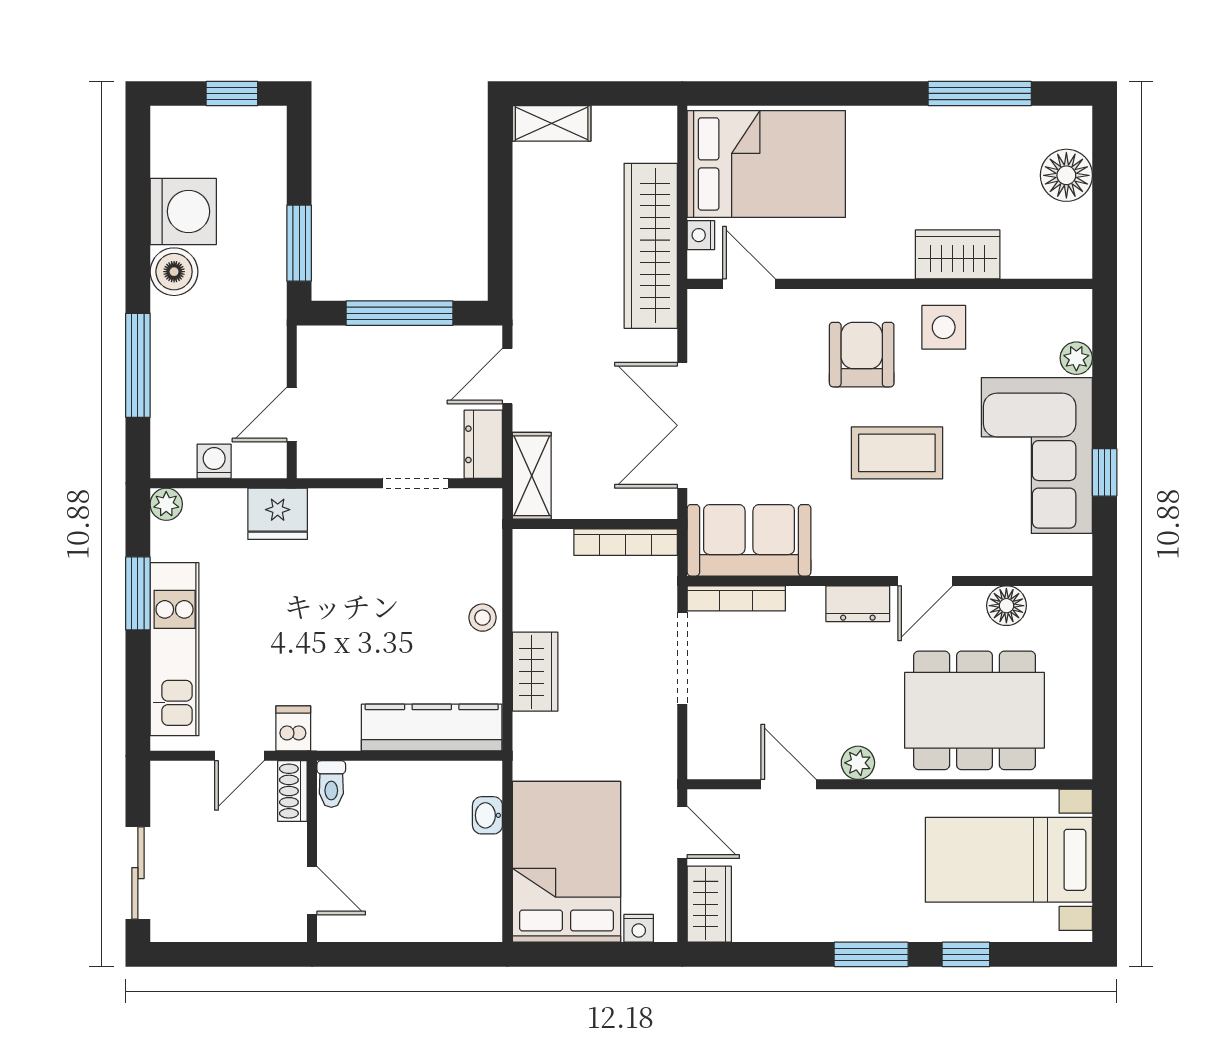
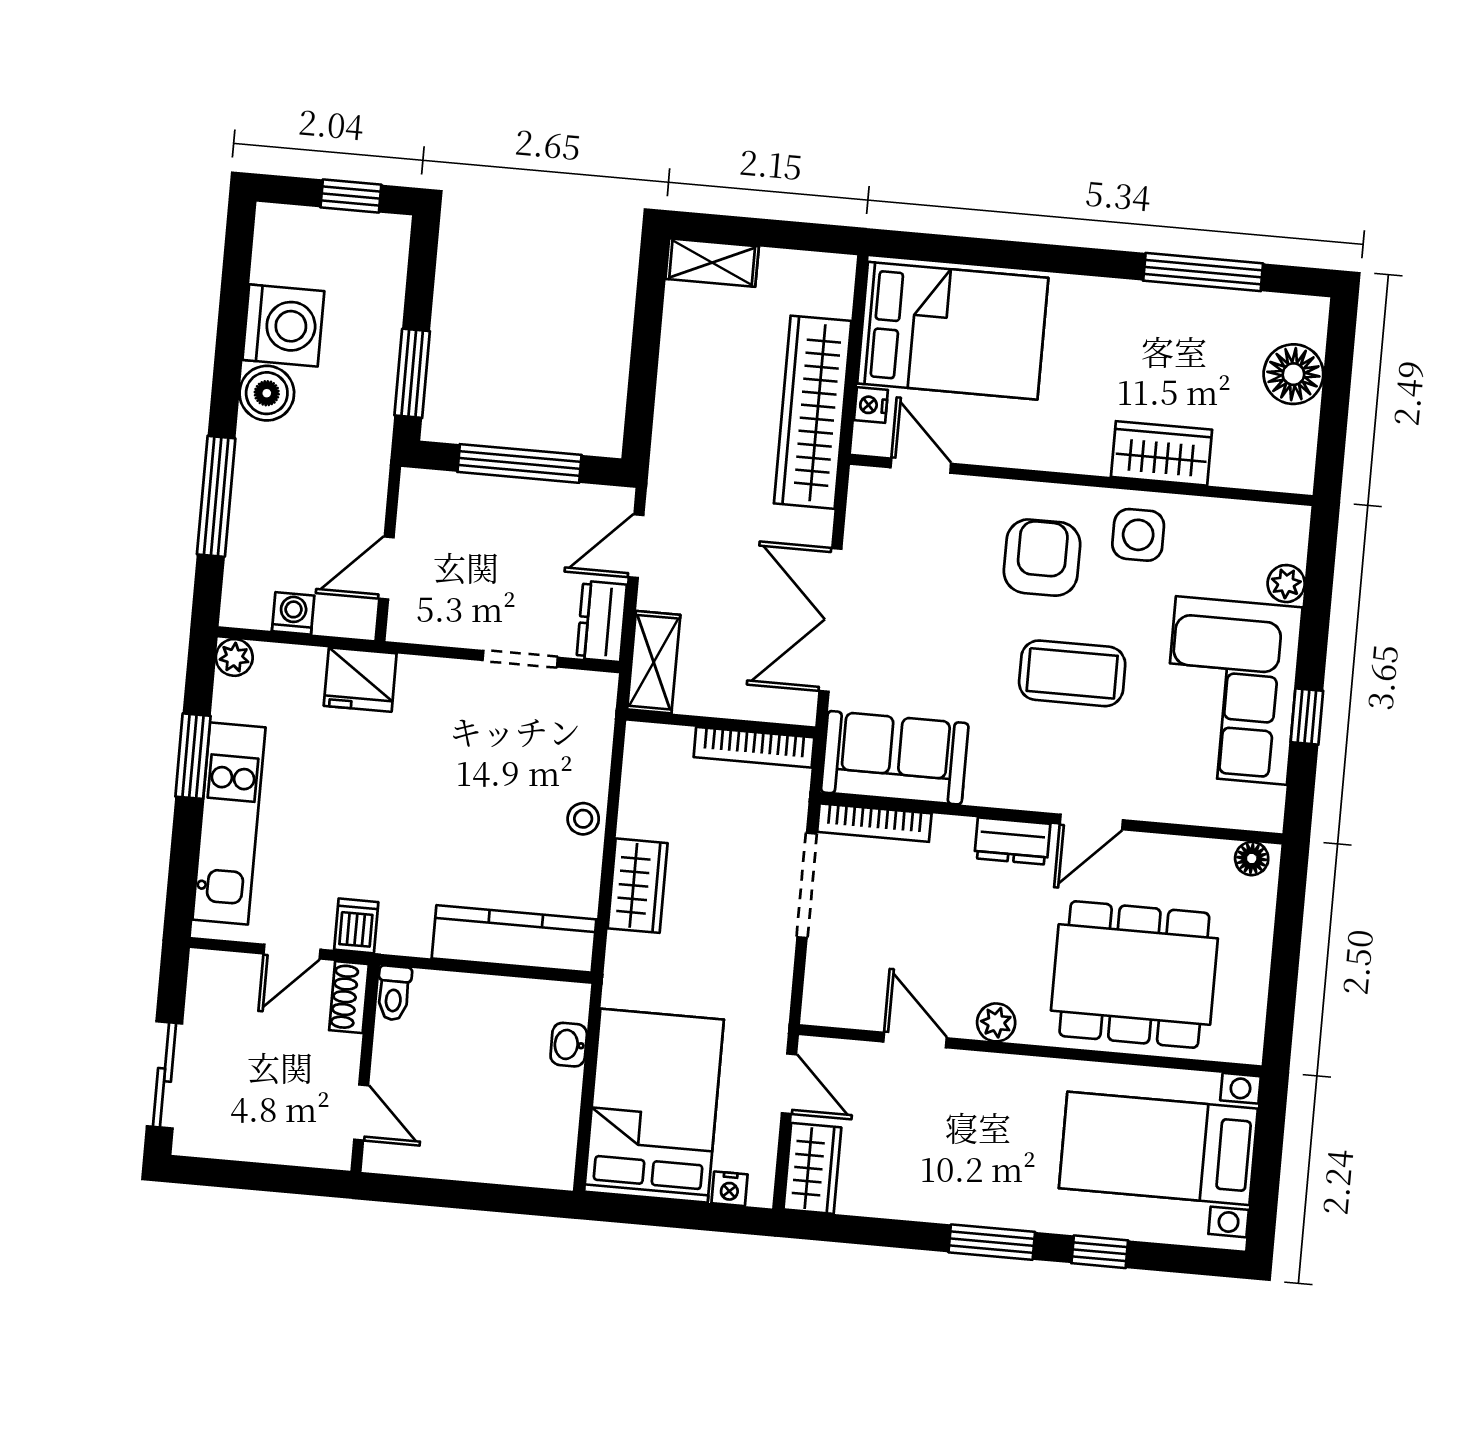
floor lamp: (1006, 606) -> (1252, 859), moved, width x0.73, depth x0.73

